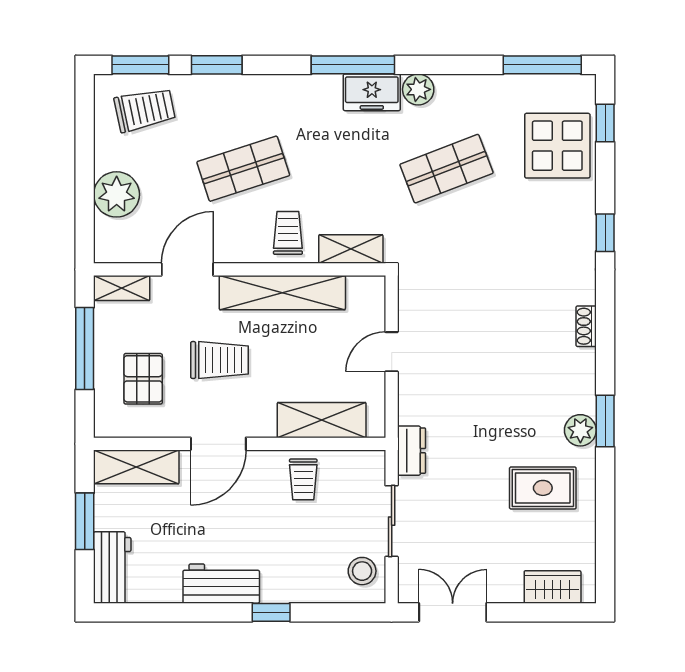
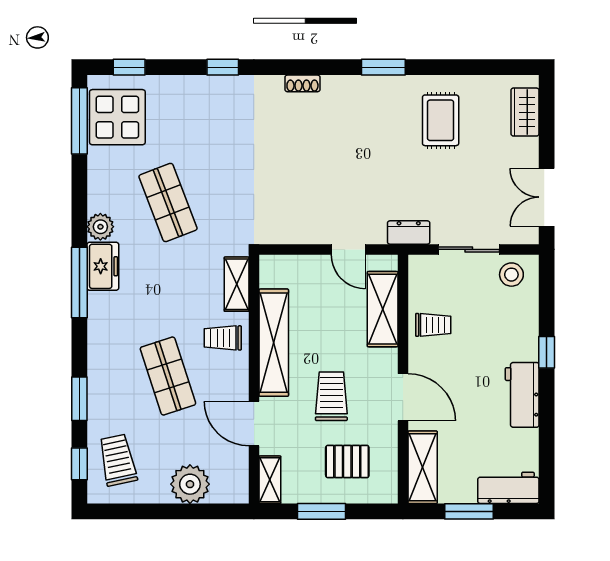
window: (140, 65) -> (79, 464), width x0.67
display table: (557, 146) -> (117, 117), moved
window: (85, 348) -> (321, 511), width x0.69
door: (392, 352) -> (348, 249), moved
plant: (580, 430) -> (391, 88), removed

